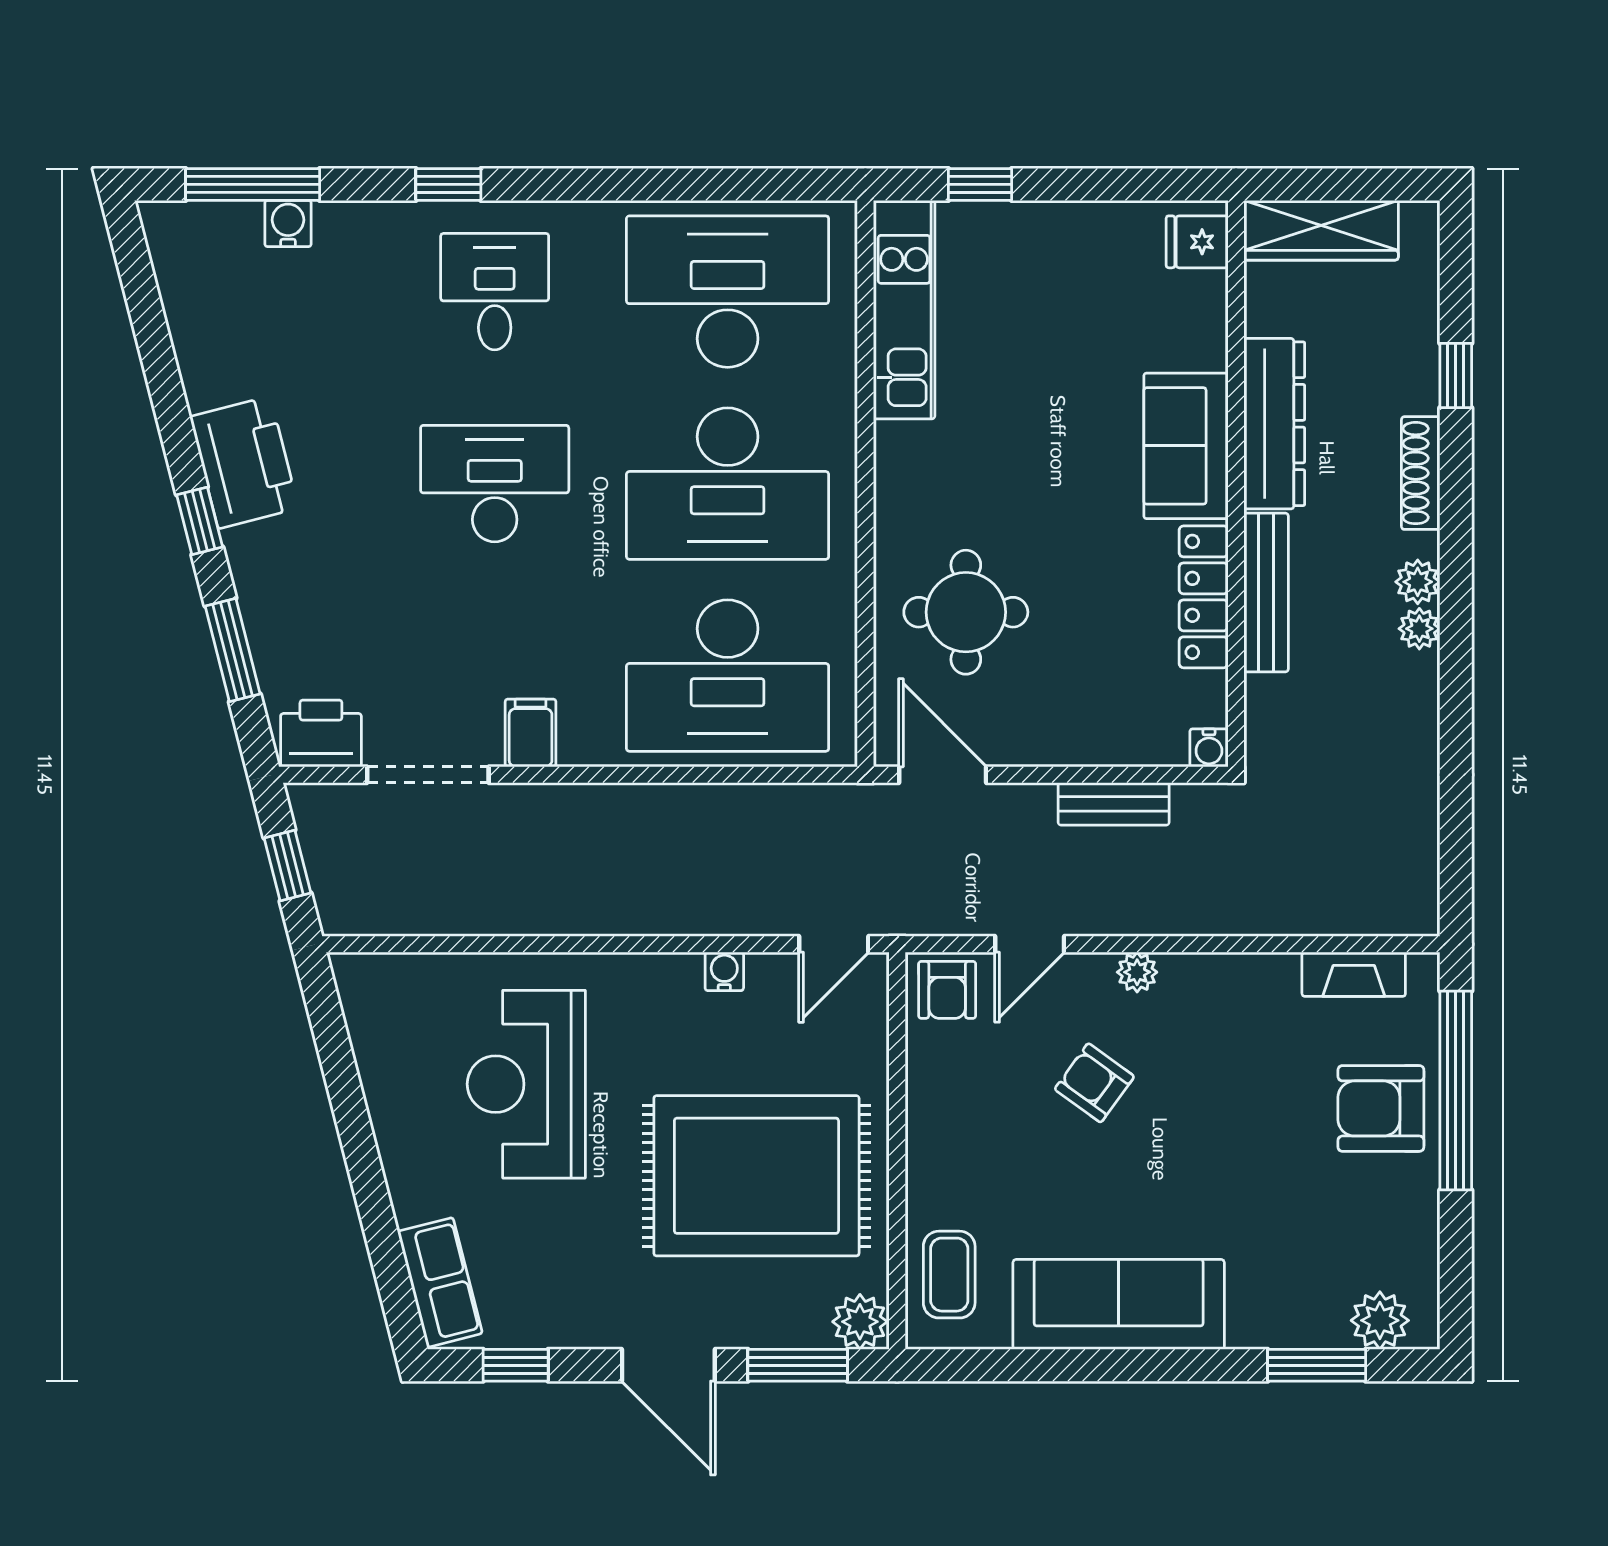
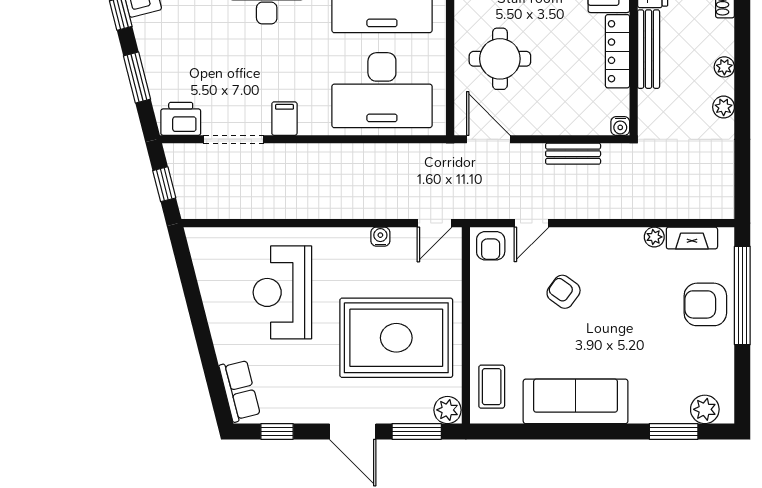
plant: (1418, 582) -> (724, 107), moved
plant: (1137, 972) -> (654, 237), moved

